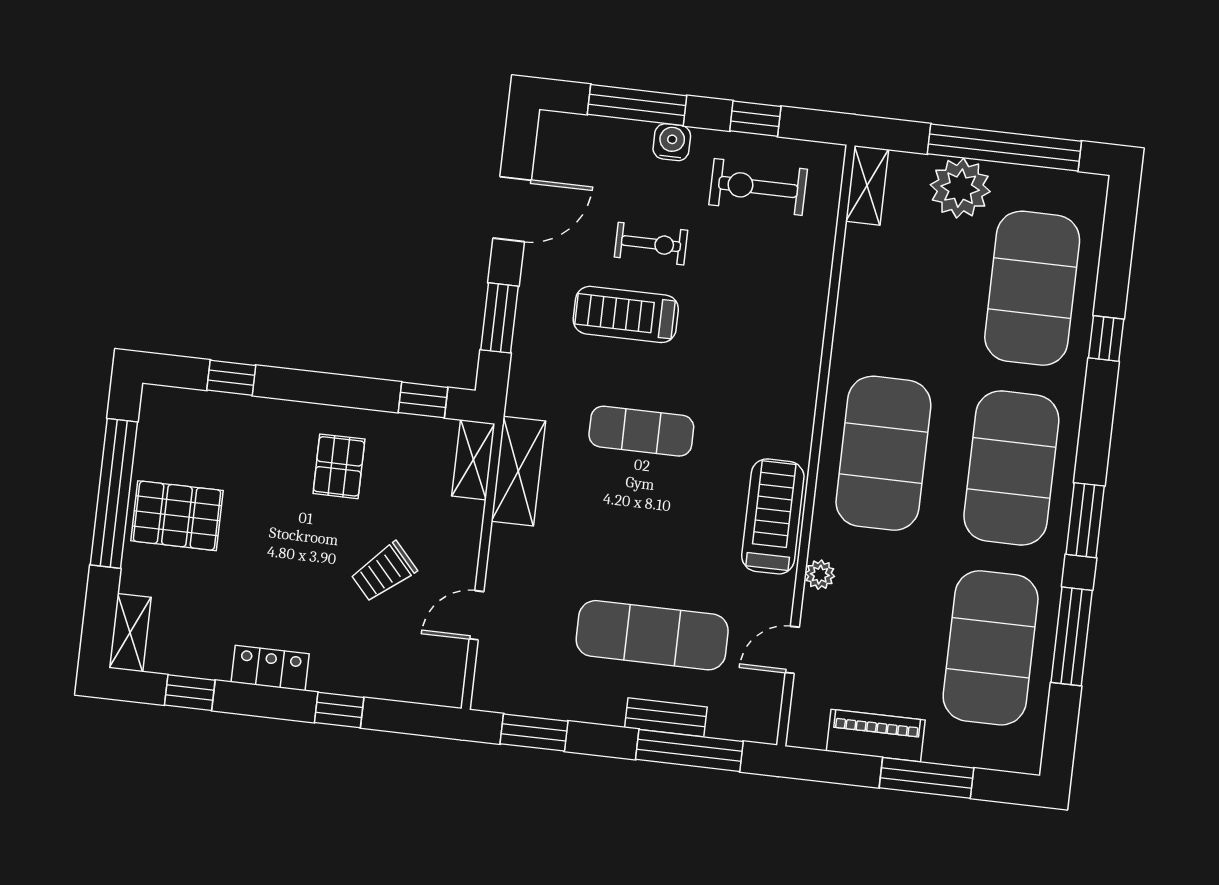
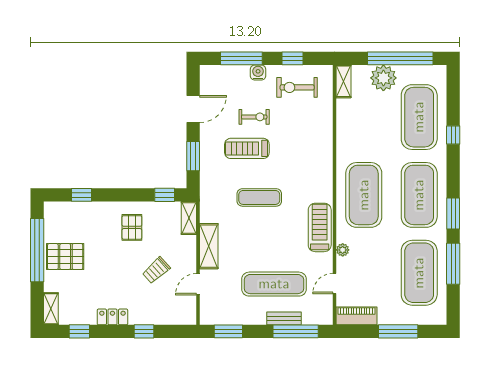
shelving: (518, 471) -> (209, 246), moved
piano: (876, 736) -> (357, 316), moved

